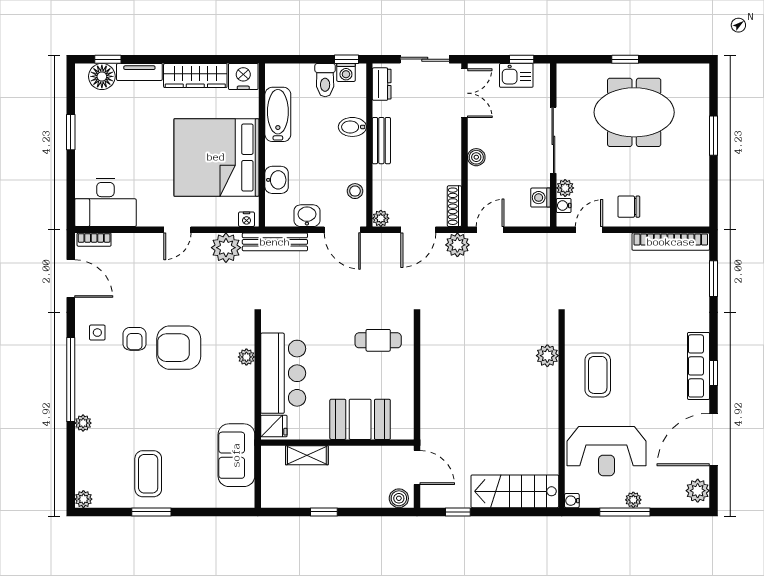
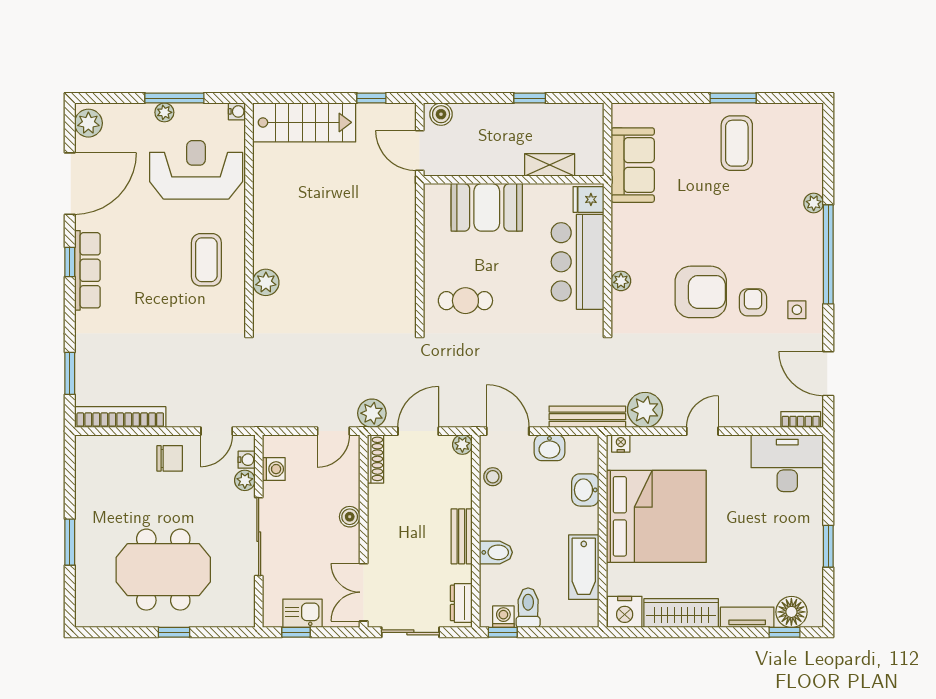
plant: (83, 499) -> (813, 113), removed

